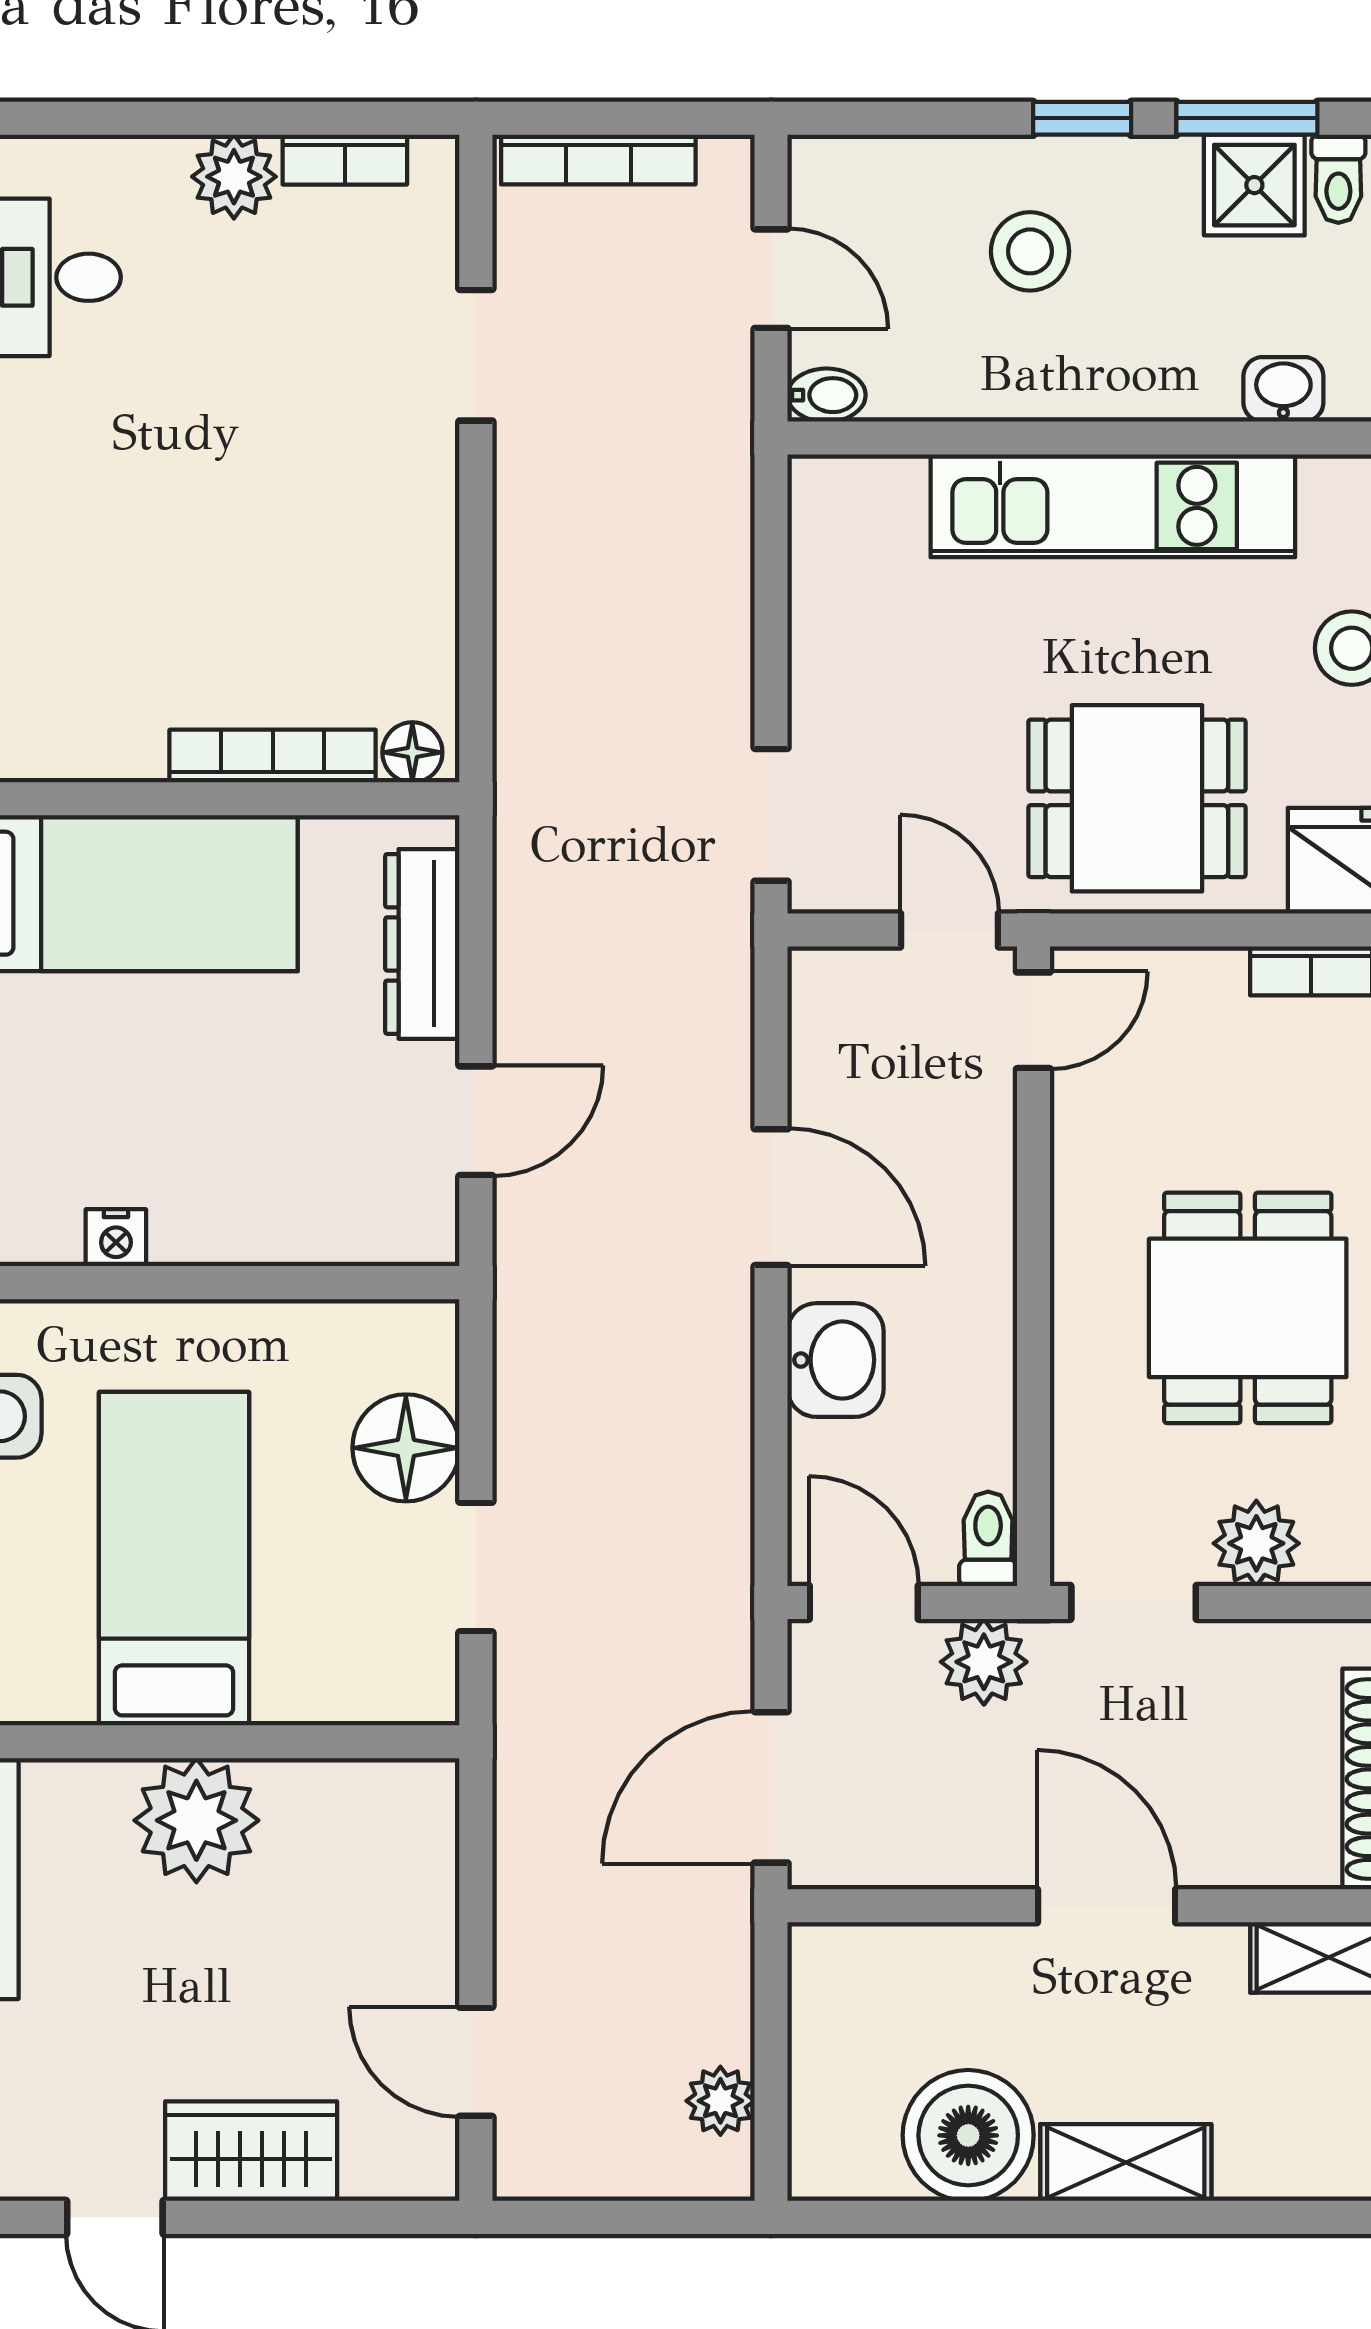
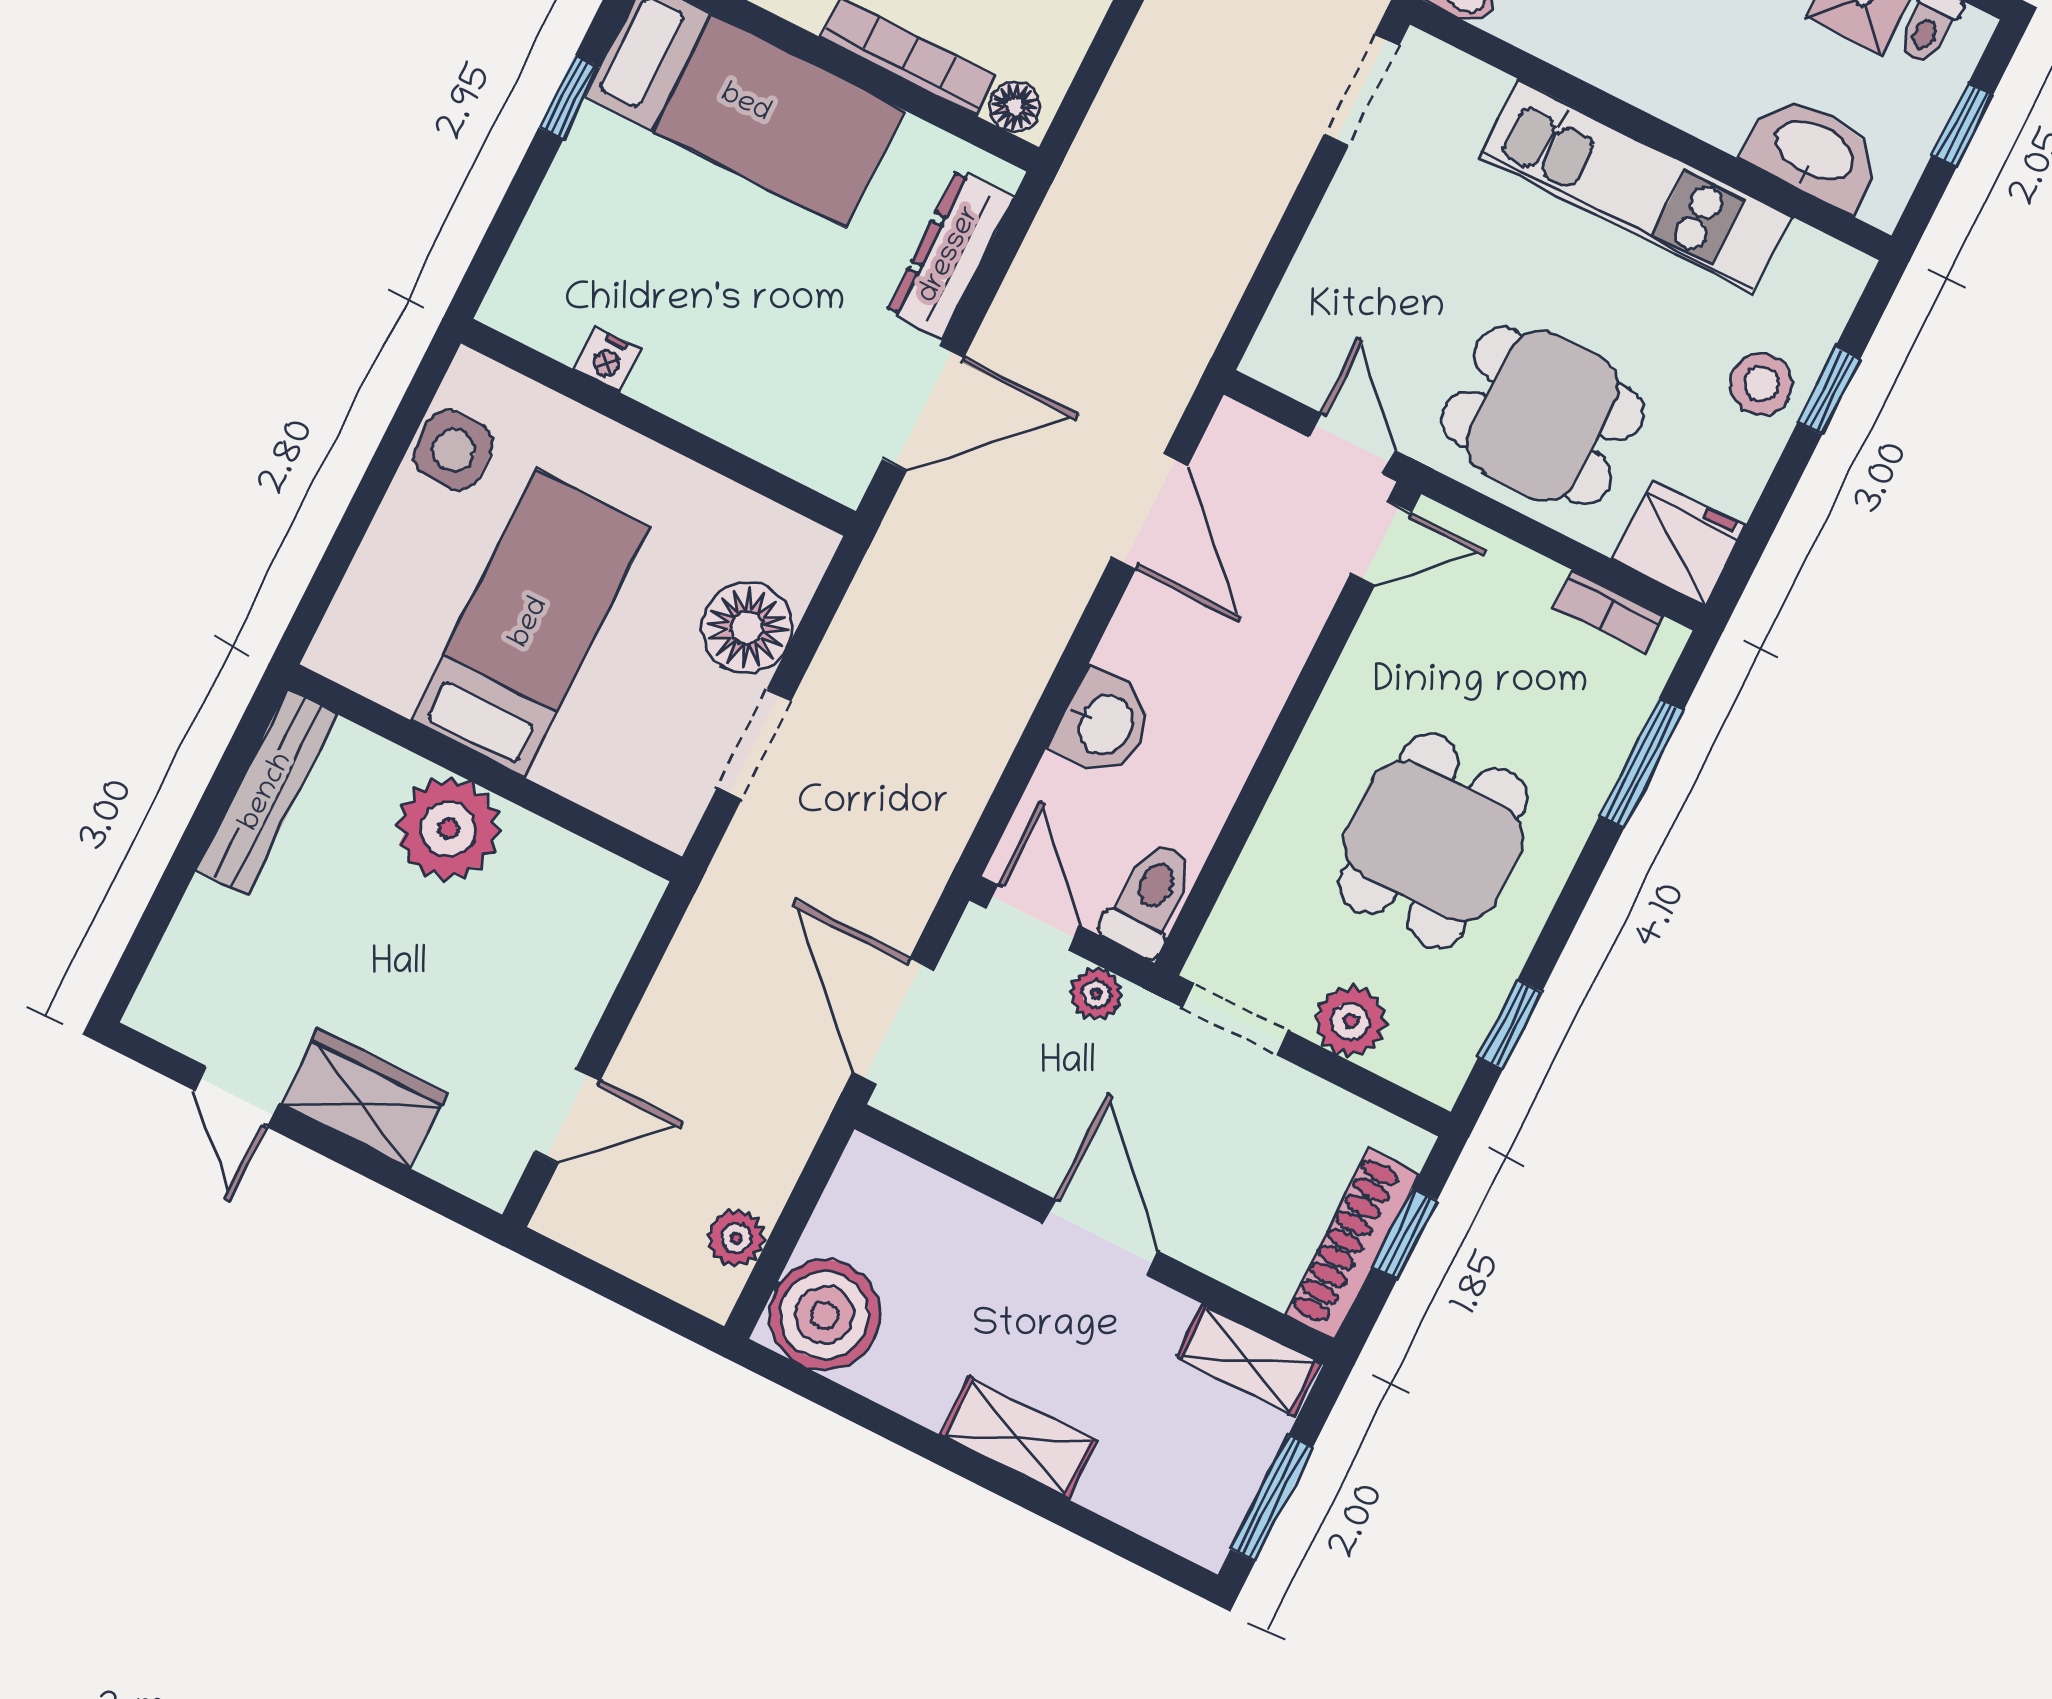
washbasin: (1283, 389) -> (1813, 152), width x1.91, depth x1.45
doorway: (771, 815) -> (1361, 90), moved
door: (476, 1121) -> (923, 408), width x1.38
door: (771, 1197) -> (1149, 512), moved
toilet: (988, 1539) -> (1149, 899), width x1.37, depth x1.39
plant: (984, 1662) -> (1096, 994), width x0.73, depth x0.73
door: (771, 1787) -> (893, 1021), hinge flipped
door: (476, 2062) -> (567, 1116), swing flipped
boiler: (968, 2135) -> (825, 1315), moved

